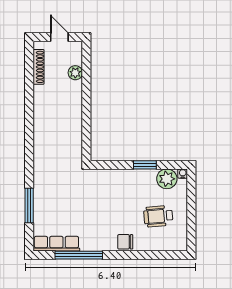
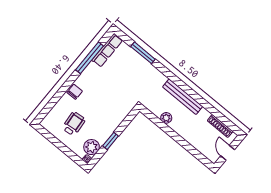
door: (59, 37) -> (228, 153), swing flipped
plant: (75, 73) -> (166, 118), moved
bench: (40, 129) -> (183, 97), added

